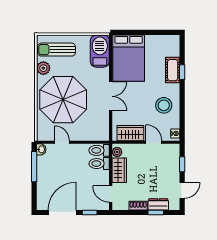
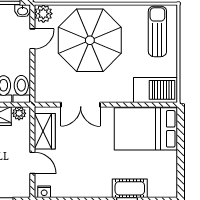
plant: (43, 68) -> (43, 14), moved
double door: (111, 96) -> (81, 105), moved
stool: (164, 105) -> (82, 176), removed
door: (154, 142) -> (32, 163), hinge flipped

